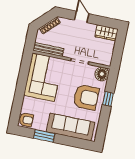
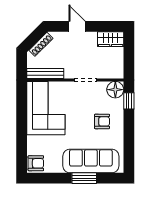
armchair: (86, 97) -> (102, 121), width x0.53, depth x0.53
window: (108, 99) -> (129, 101), moved
window: (44, 136) -> (84, 178), moved

